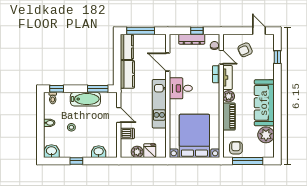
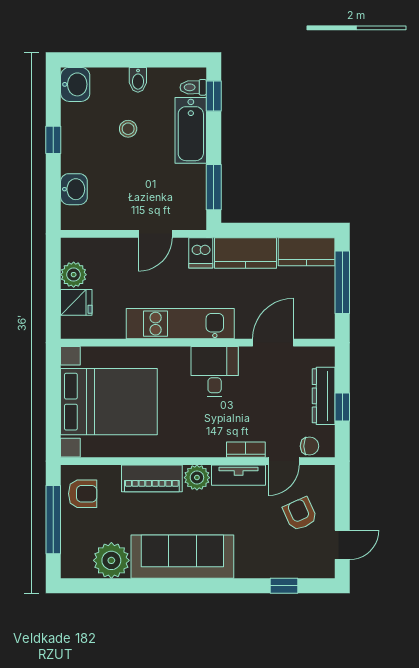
bathtub: (85, 99) -> (191, 130), moved
dishwasher: (127, 133) -> (201, 253), moved

